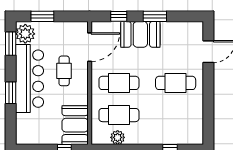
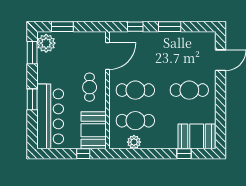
booth: (140, 34) -> (197, 136), moved
cafe table: (64, 71) -> (90, 87), moved
bar counter: (29, 79) -> (50, 116), moved

